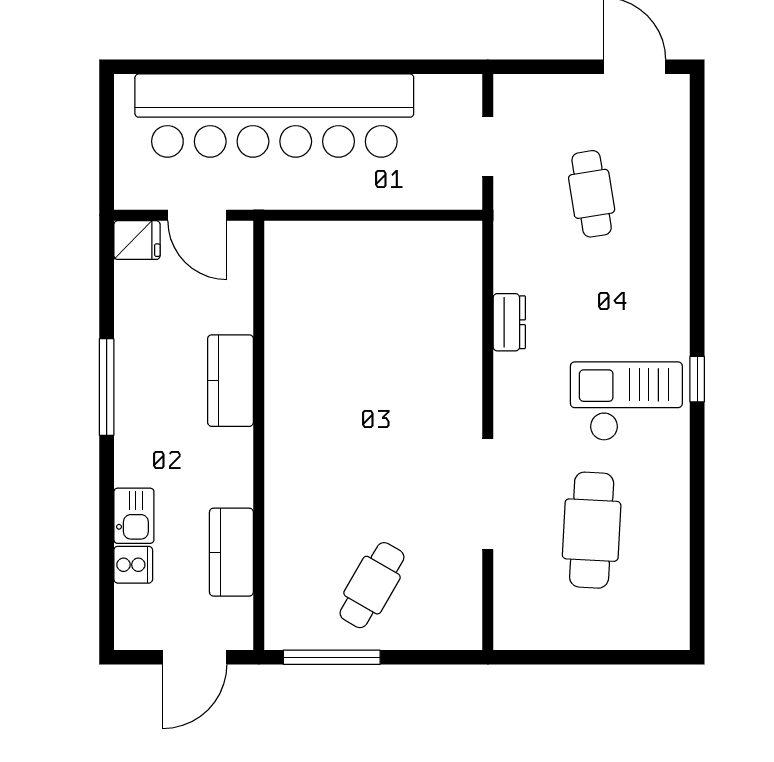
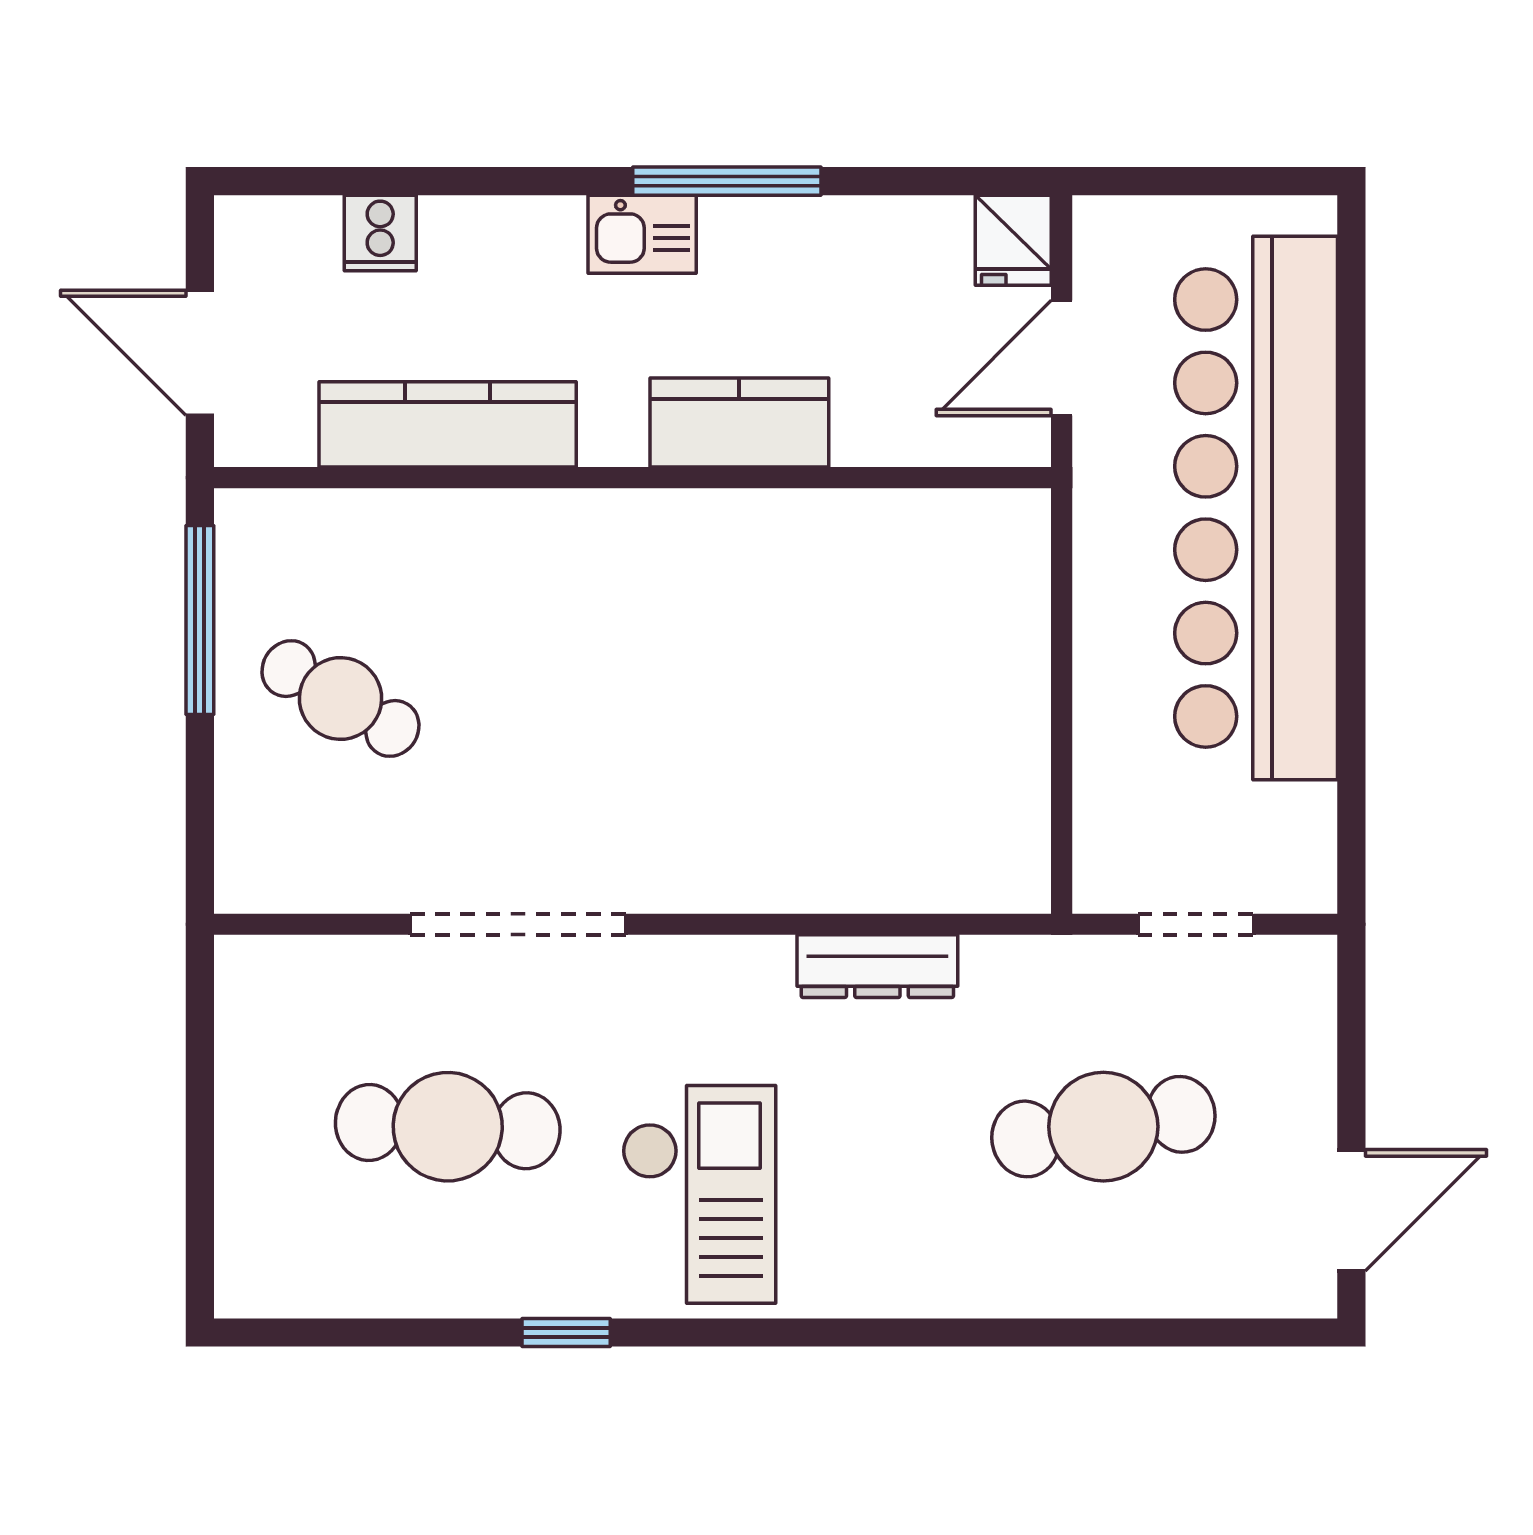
cafe table: (592, 194) -> (1103, 1127), width x1.37, depth x1.35
dresser: (509, 322) -> (877, 966), width x1.44
window: (697, 379) -> (566, 1333), moved
kitchen sink: (134, 516) -> (642, 234), moved
kitchen counter: (231, 552) -> (448, 424), width x1.50

